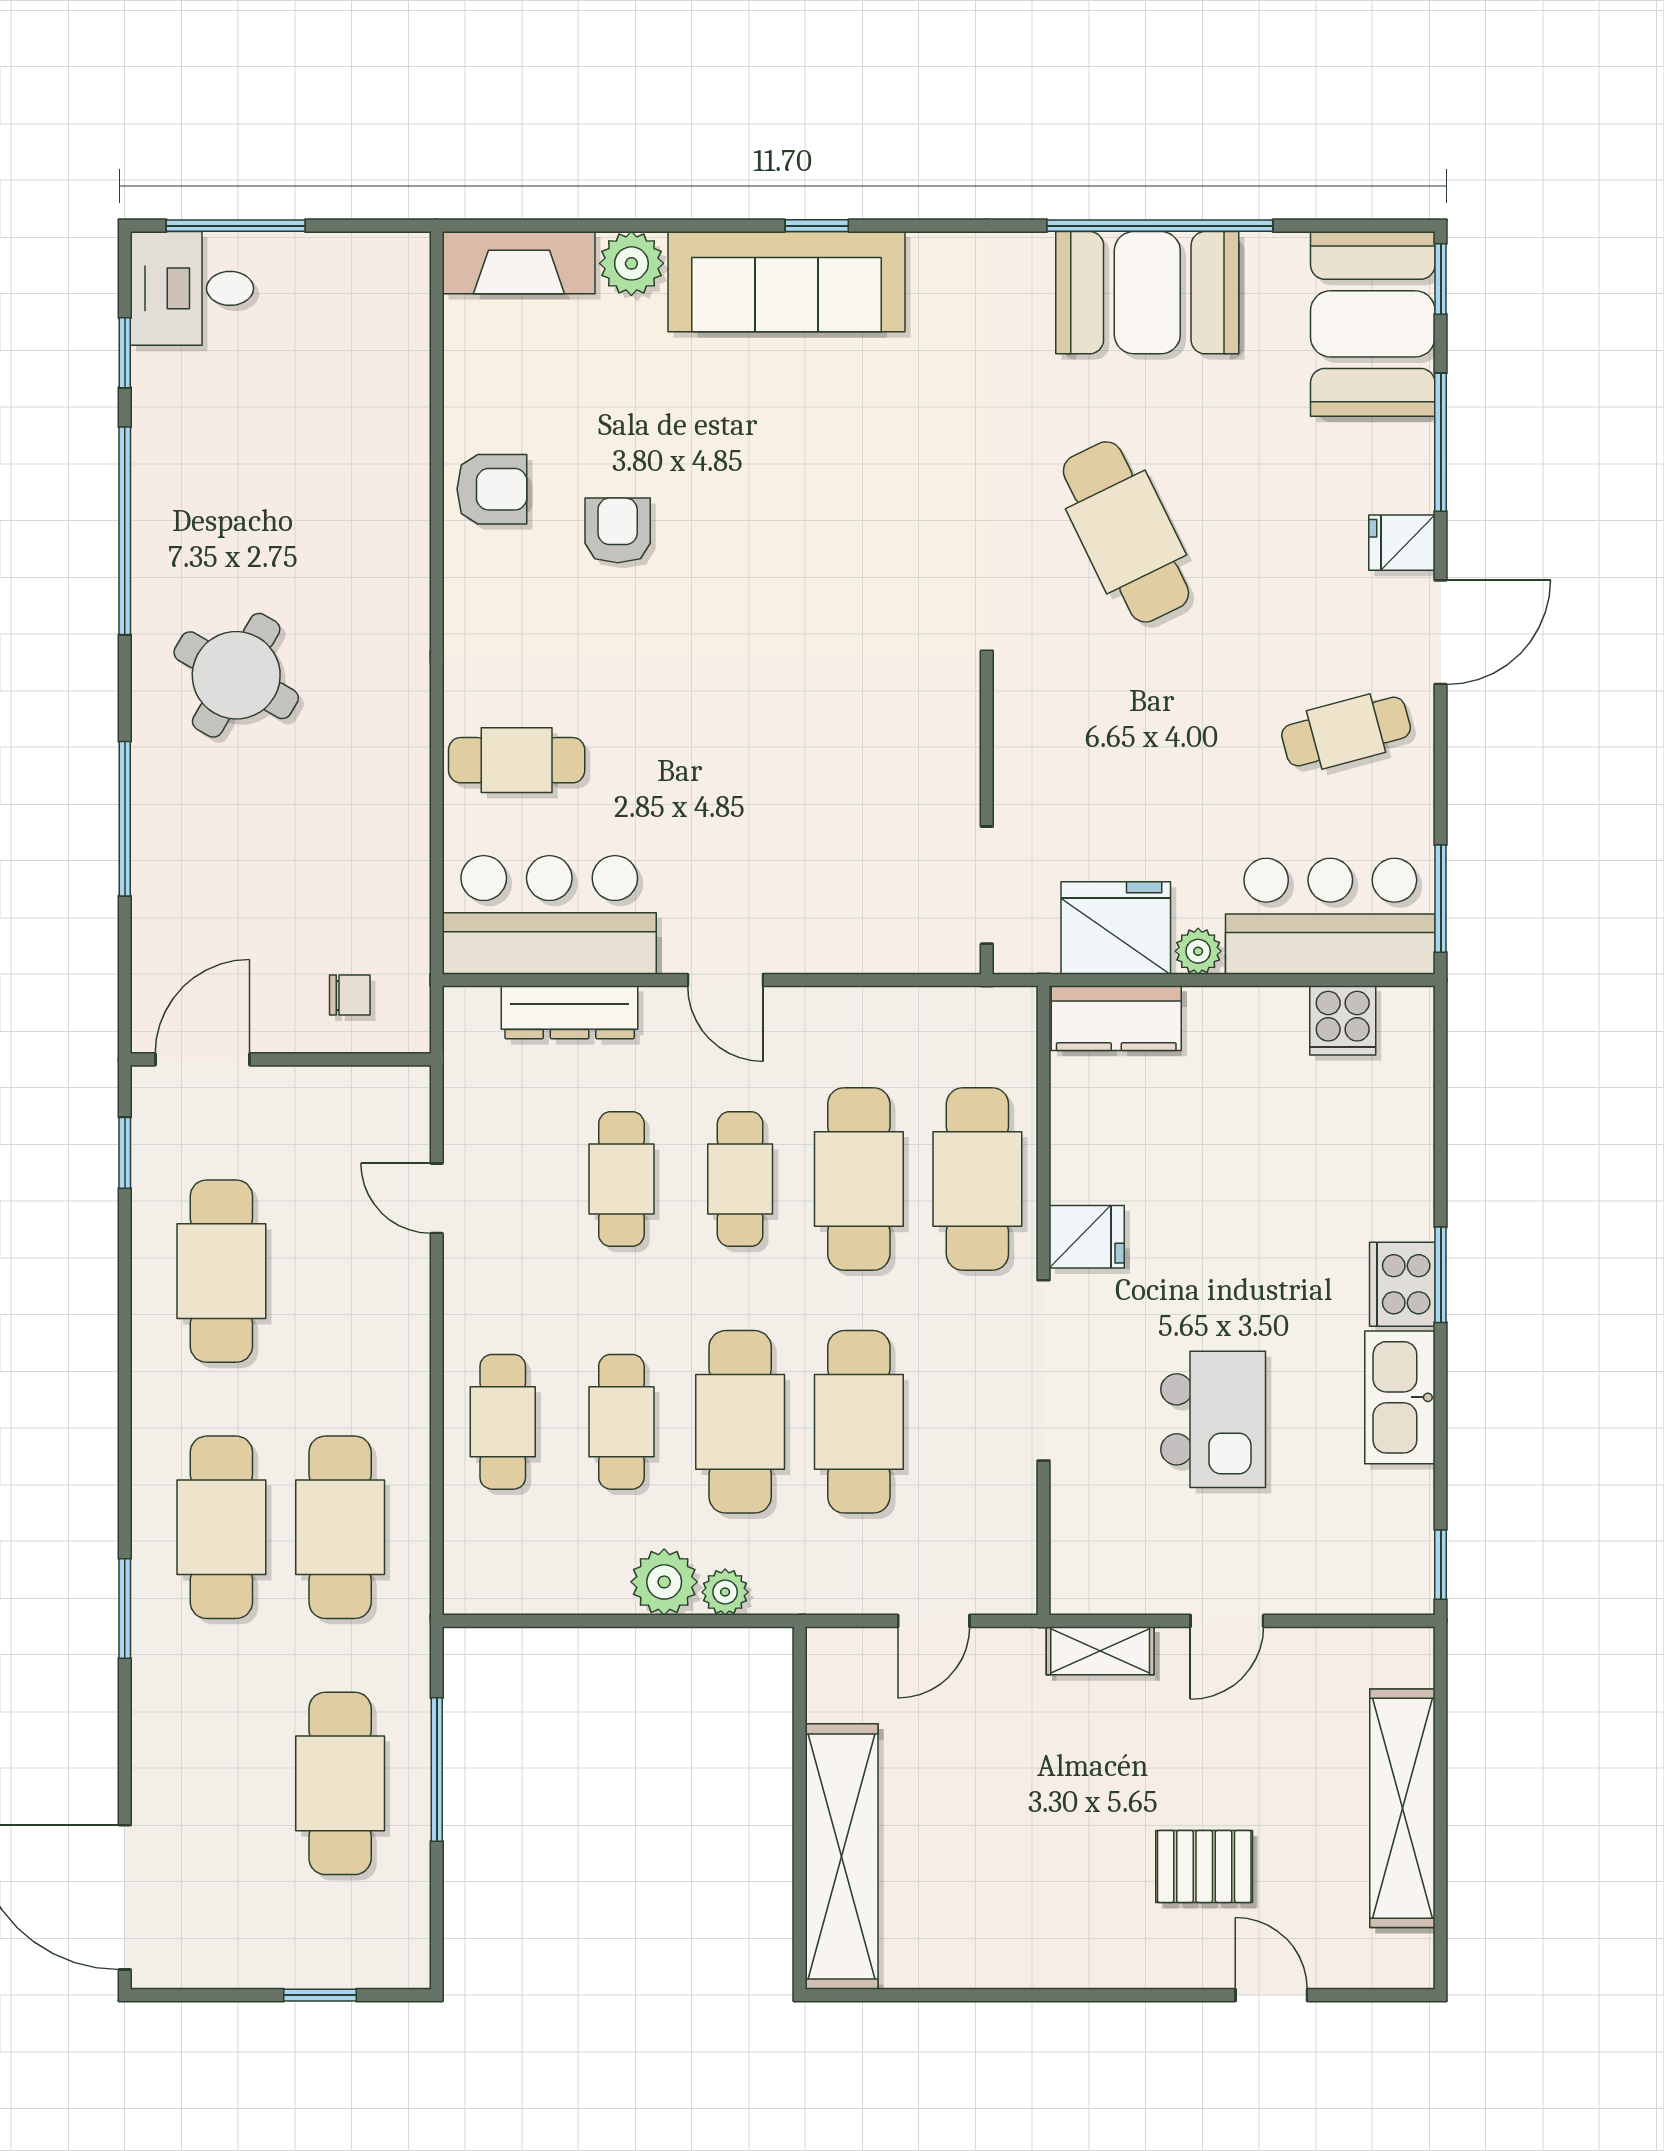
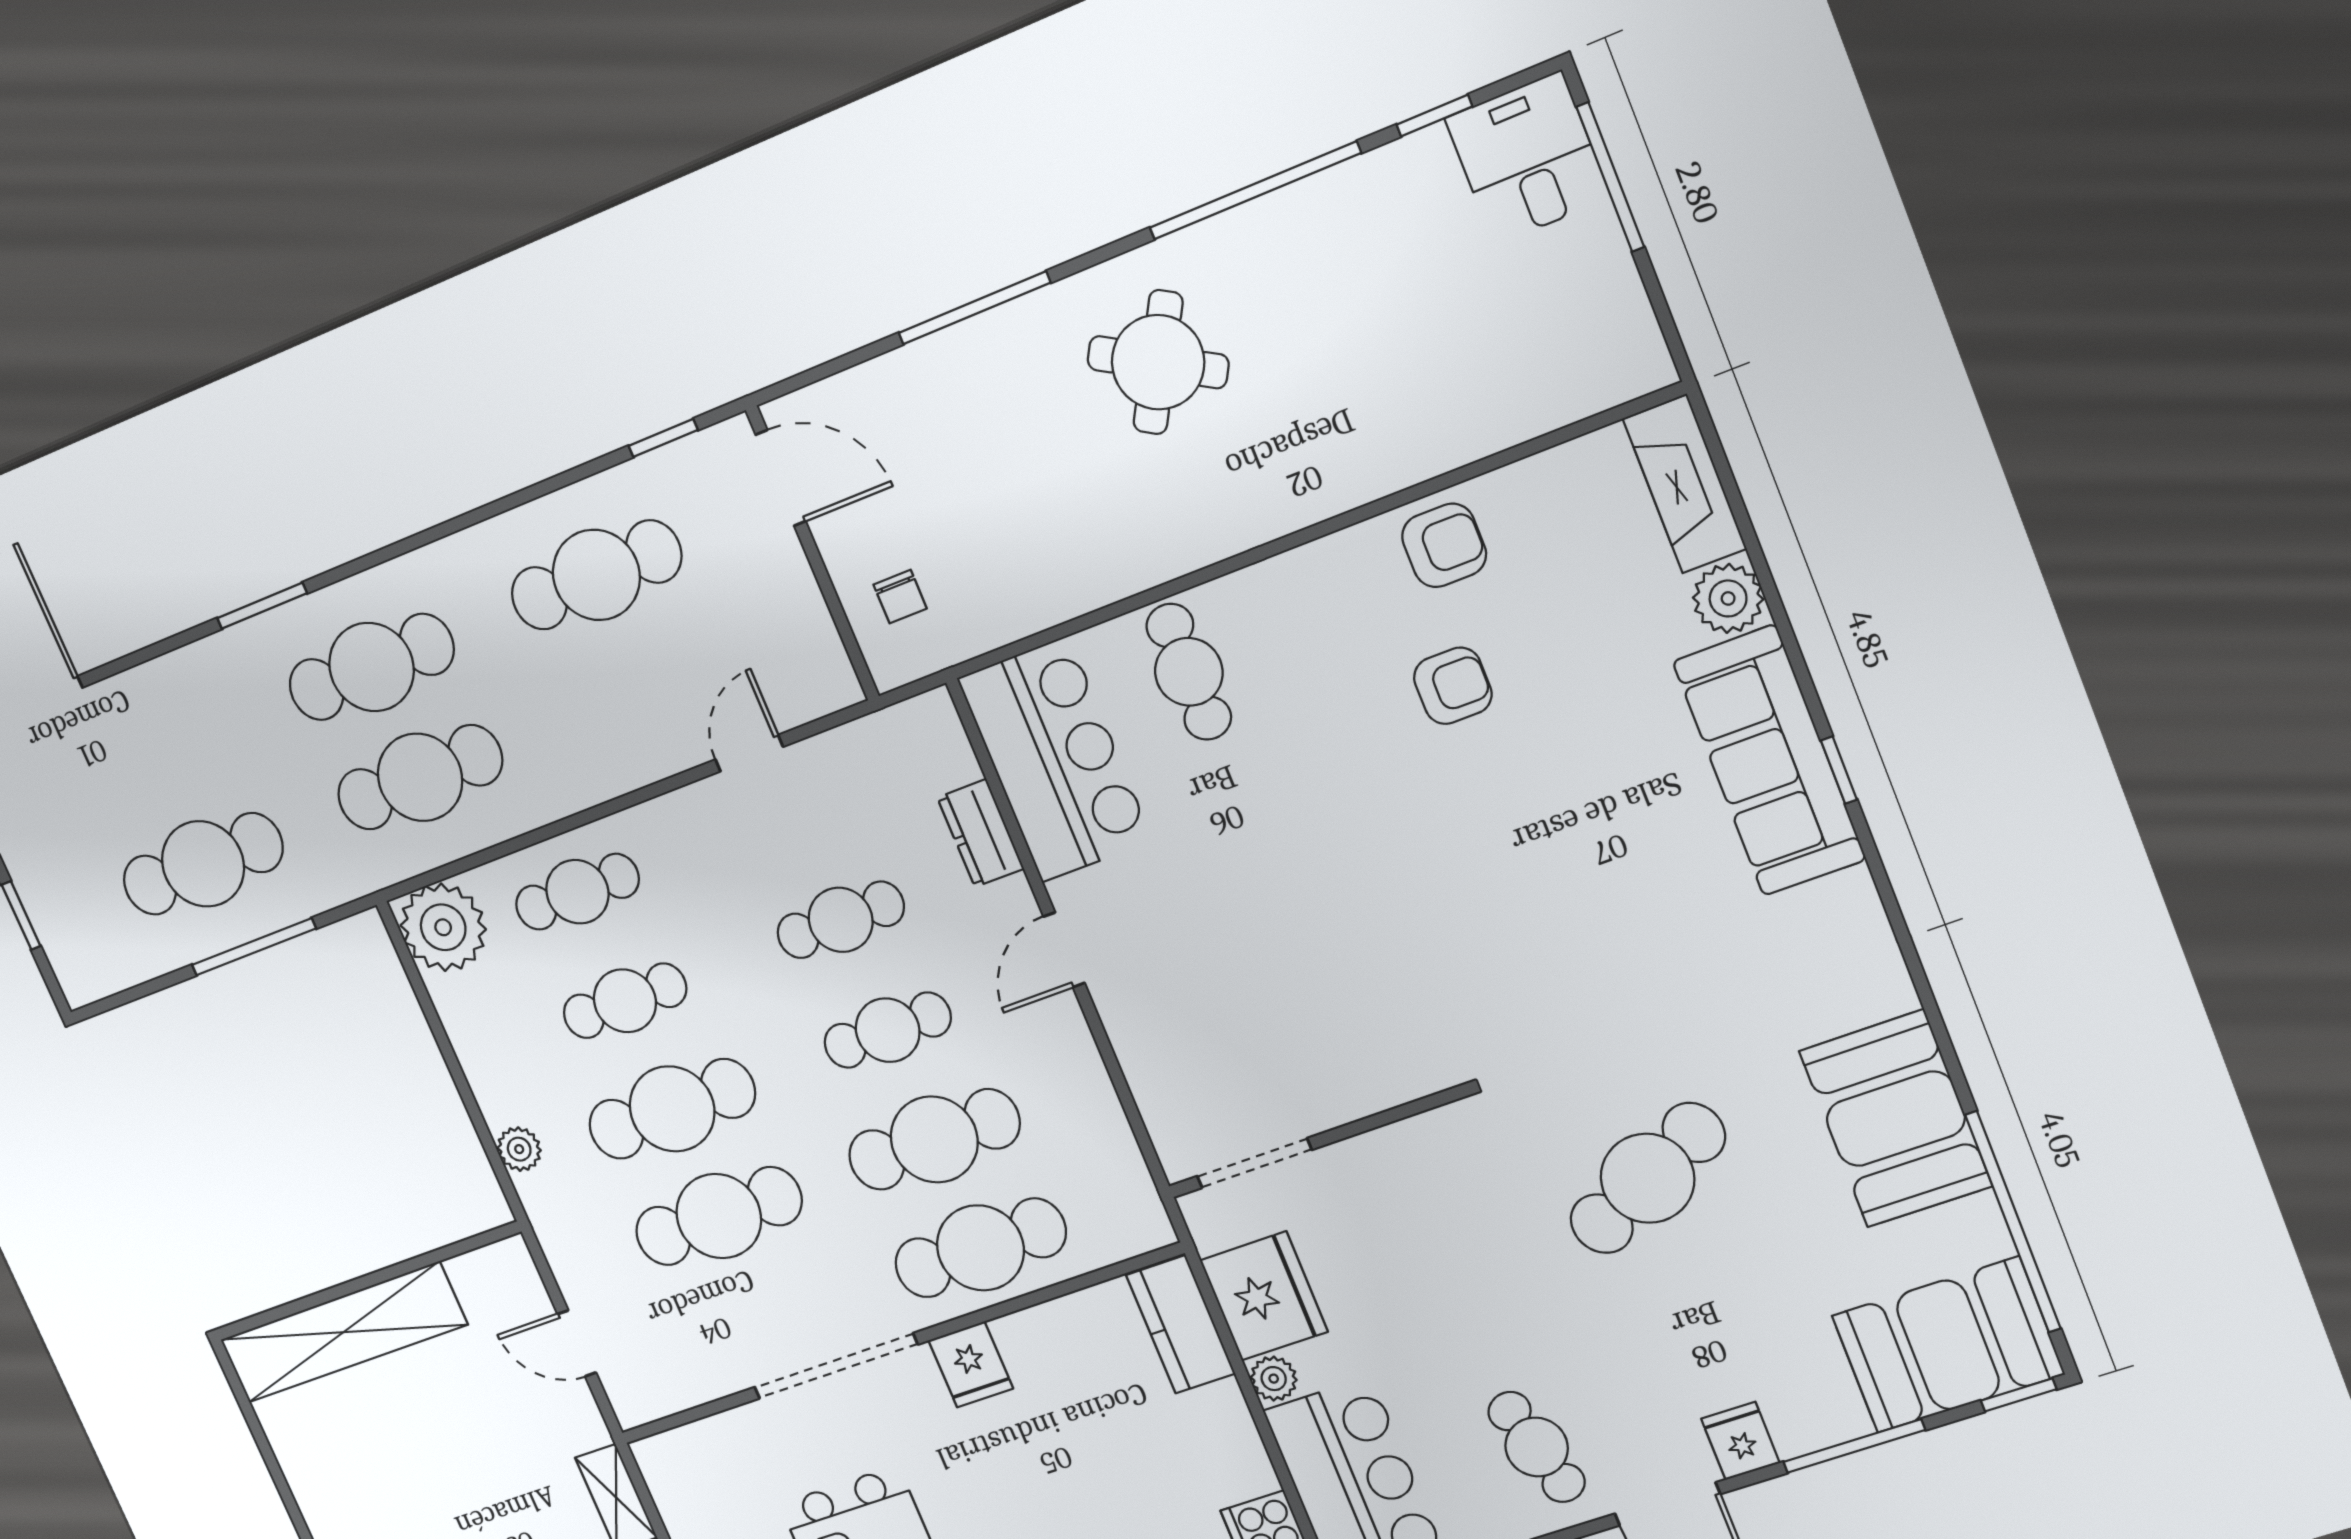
window: (1160, 226) -> (2013, 1222), moved
armchair: (492, 489) -> (1444, 545), turned -90
dresser: (570, 1012) -> (981, 833), width x0.70
plant: (664, 1582) -> (443, 927), moved, width x1.36, depth x1.36

